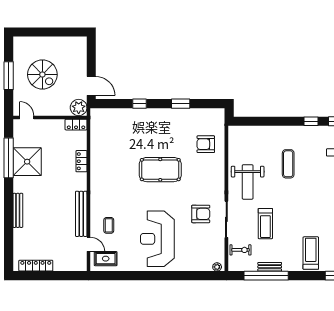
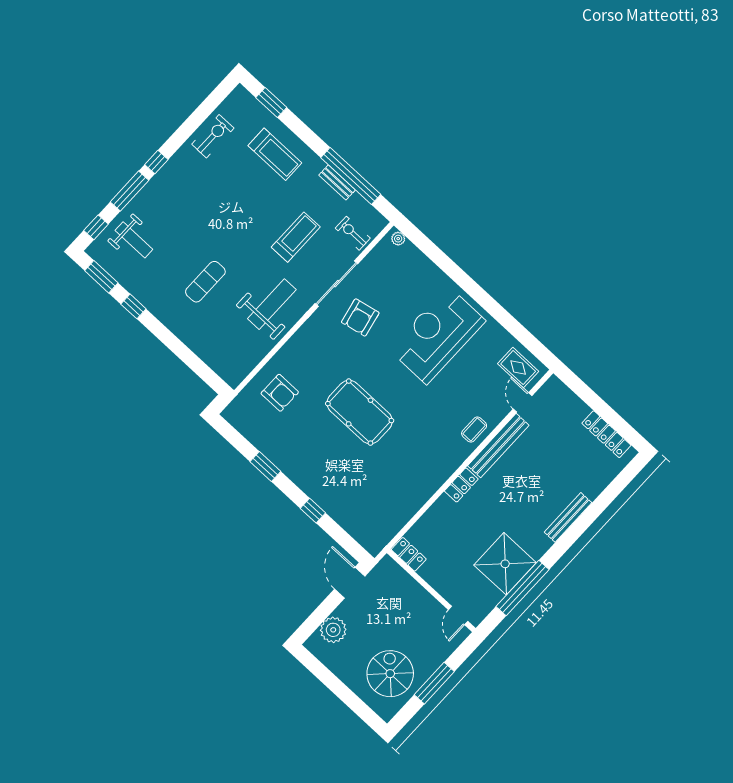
spiral stairs: (42, 75) -> (390, 674), moved
plant: (79, 108) -> (333, 630), moved
locker: (81, 161) -> (461, 485), moved
armchair: (201, 214) -> (360, 317), turned -102
coffee table: (109, 225) -> (474, 430), moved
reception desk: (157, 239) -> (437, 335), turned 180
treadmill: (311, 253) -> (275, 154), turned -90

